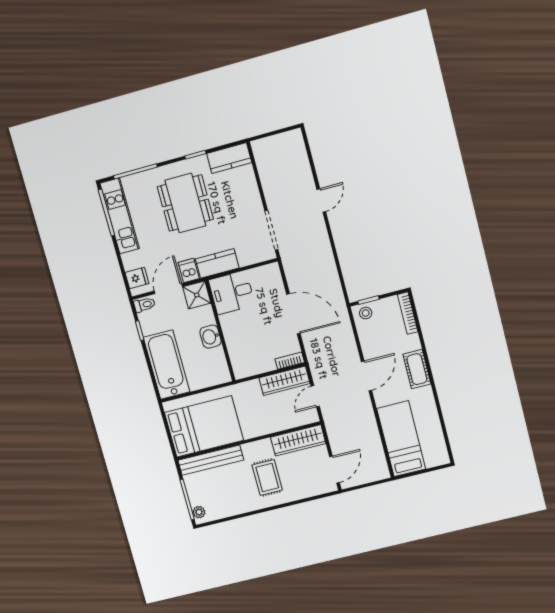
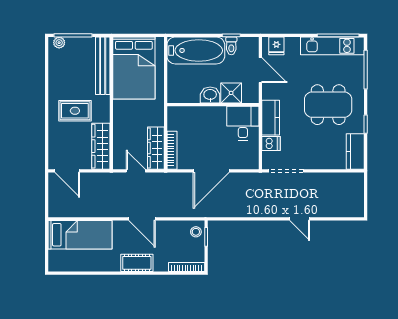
dishwasher: (189, 271) -> (271, 144), moved
shower: (197, 295) -> (231, 93), moved
toilet: (144, 305) -> (231, 46), moved
bookcase: (290, 361) -> (172, 150), width x1.56

